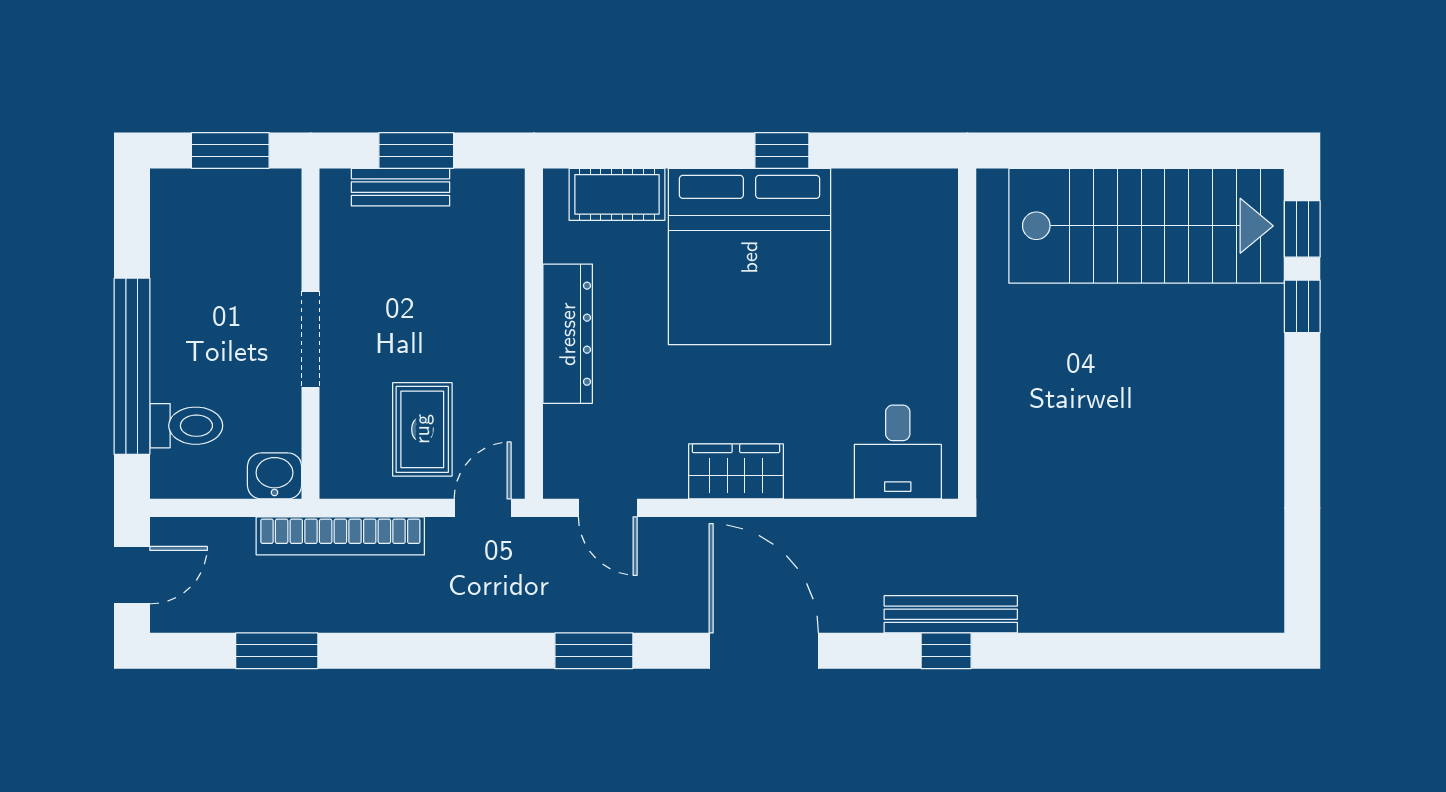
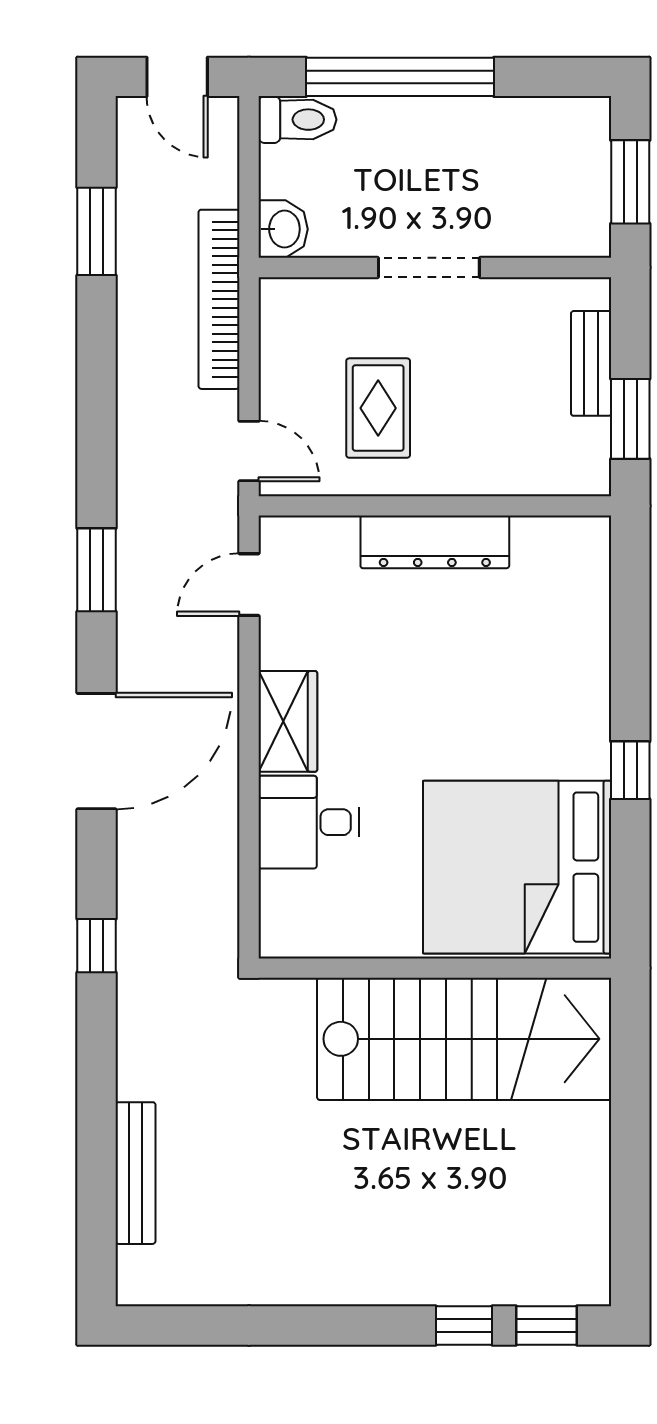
window: (416, 150) -> (630, 419), moved
cot: (617, 194) -> (583, 594), removed
stairs: (1147, 226) -> (464, 1039), moved, turned -90
bed: (750, 257) -> (517, 867), moved
toilet: (186, 426) -> (297, 120), moved, turned -90
rug: (422, 429) -> (378, 408), moved, turned 90
desk: (898, 452) -> (309, 822), moved
bench: (951, 614) -> (135, 1173), moved

